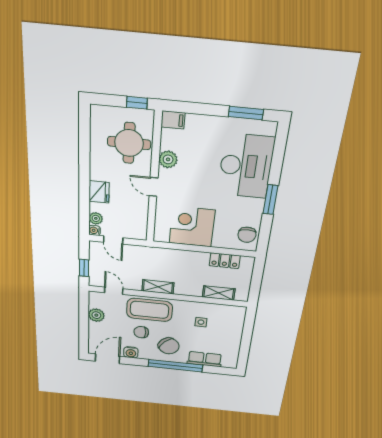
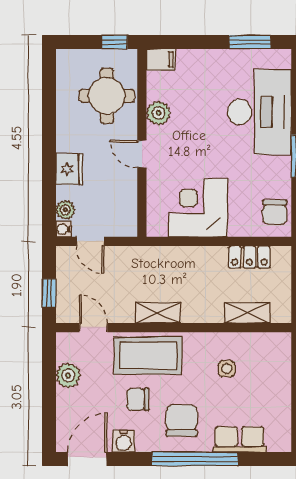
chair: (169, 346) -> (182, 421), turned -135

